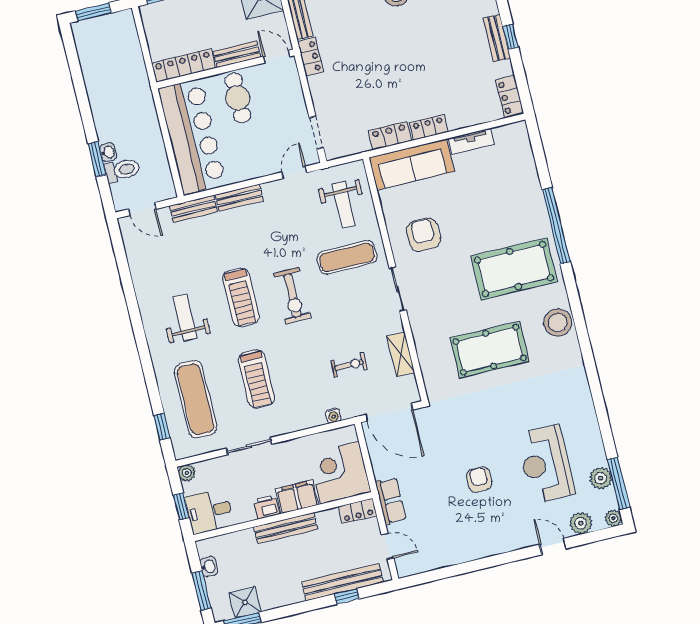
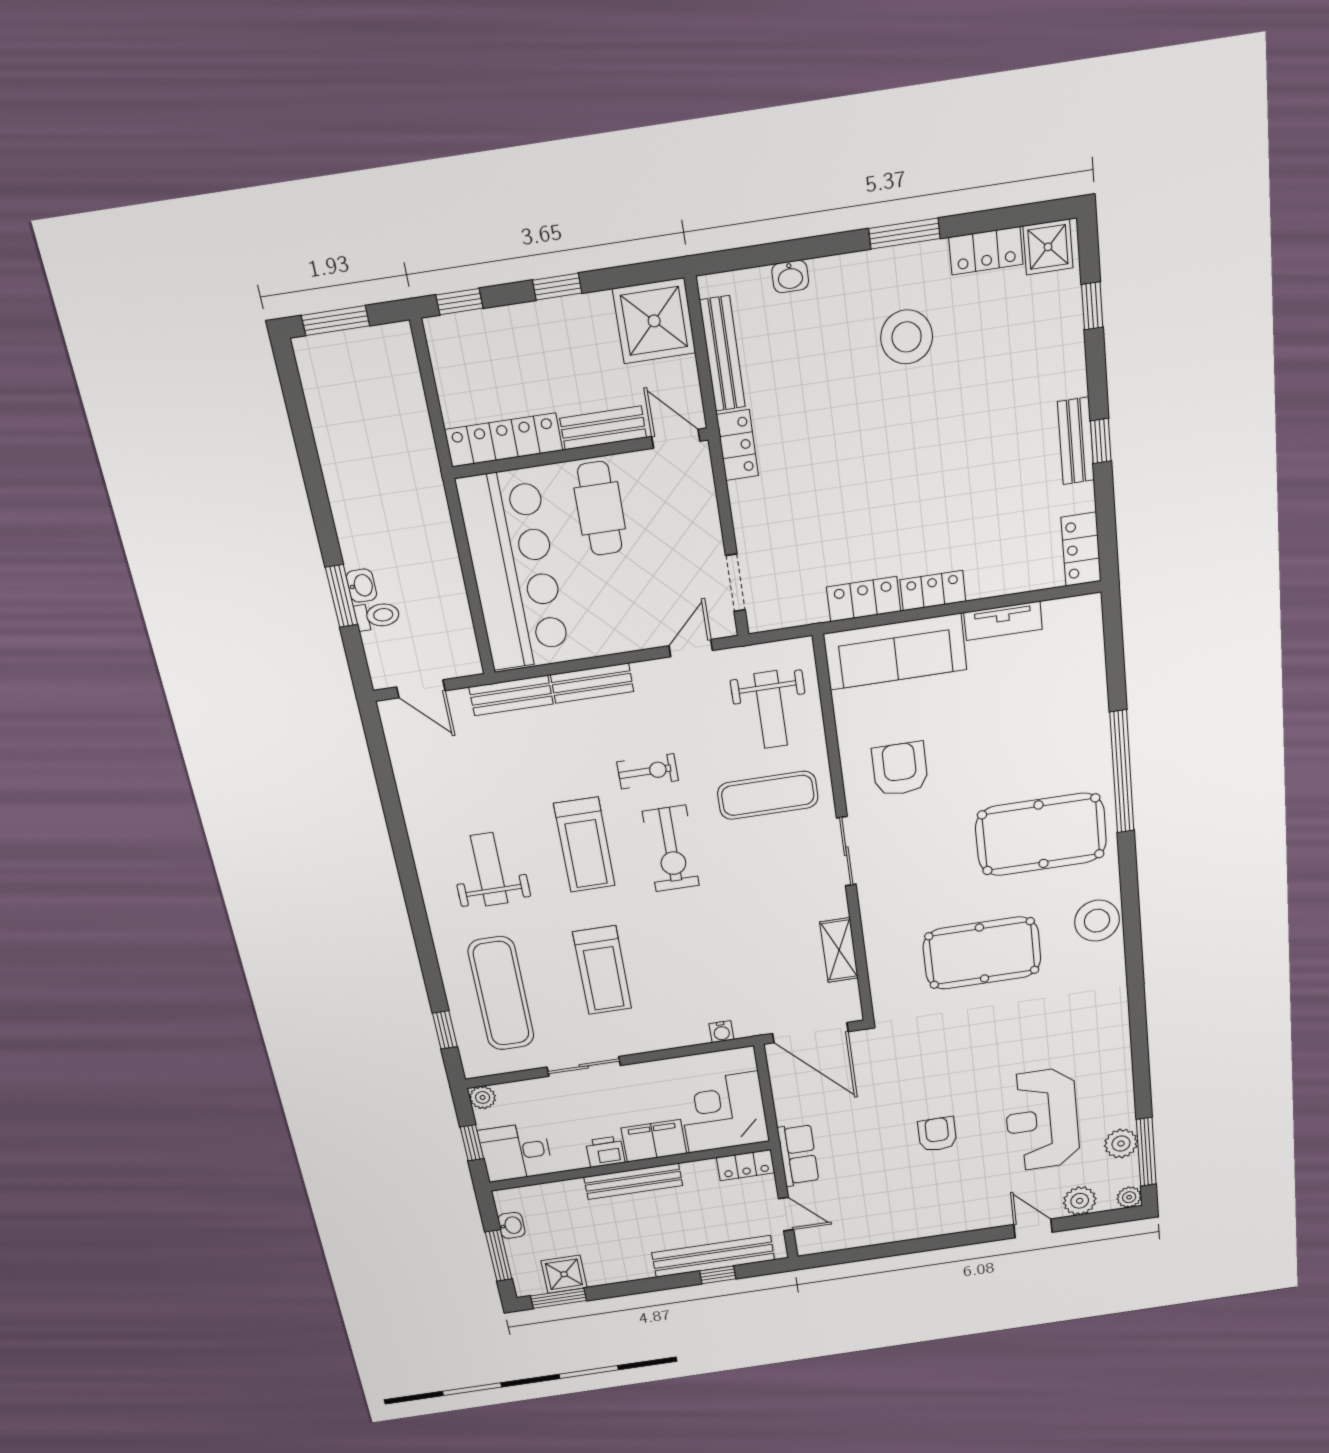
toilet: (122, 170) -> (377, 616), width x0.73, depth x0.72
exercise bike: (349, 365) -> (648, 771), moved

